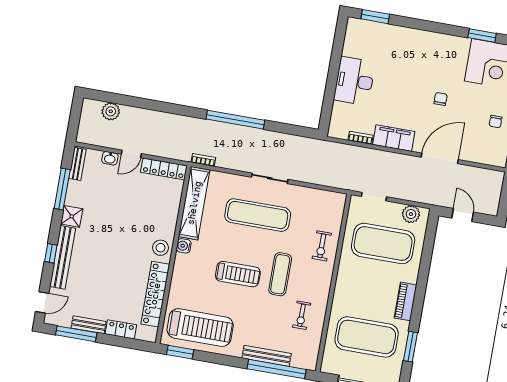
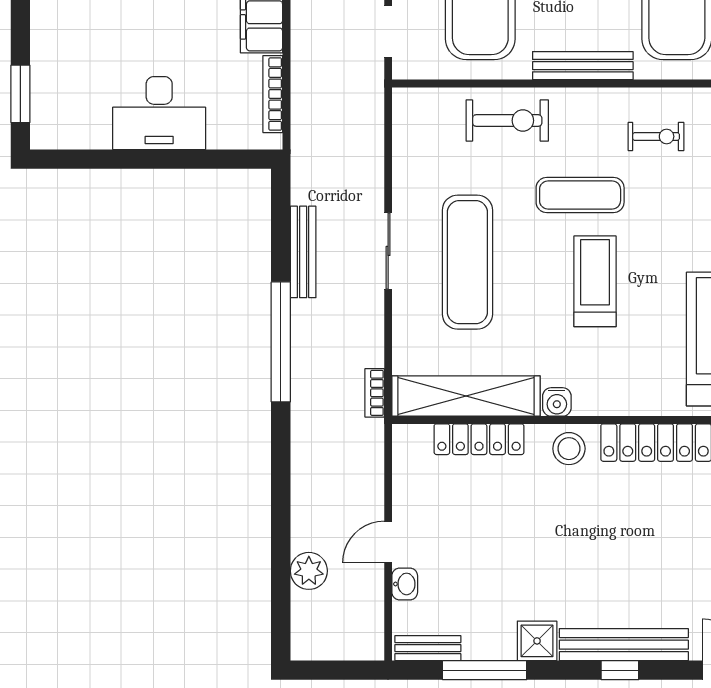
plant: (111, 111) -> (309, 571), moved
bench: (276, 138) -> (303, 252), added
bookcase: (361, 138) -> (273, 94), width x1.56
door: (131, 154) -> (388, 542), swing flipped
locker: (164, 169) -> (479, 439), moved, turned 90
exercise bike: (322, 246) -> (507, 121), width x1.38, depth x1.39
bench: (341, 286) -> (583, 66), added

